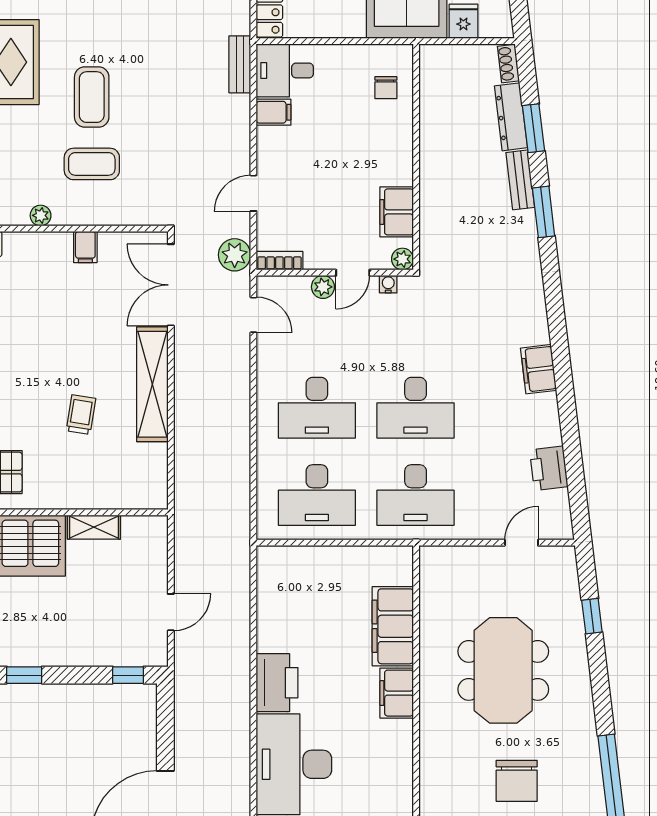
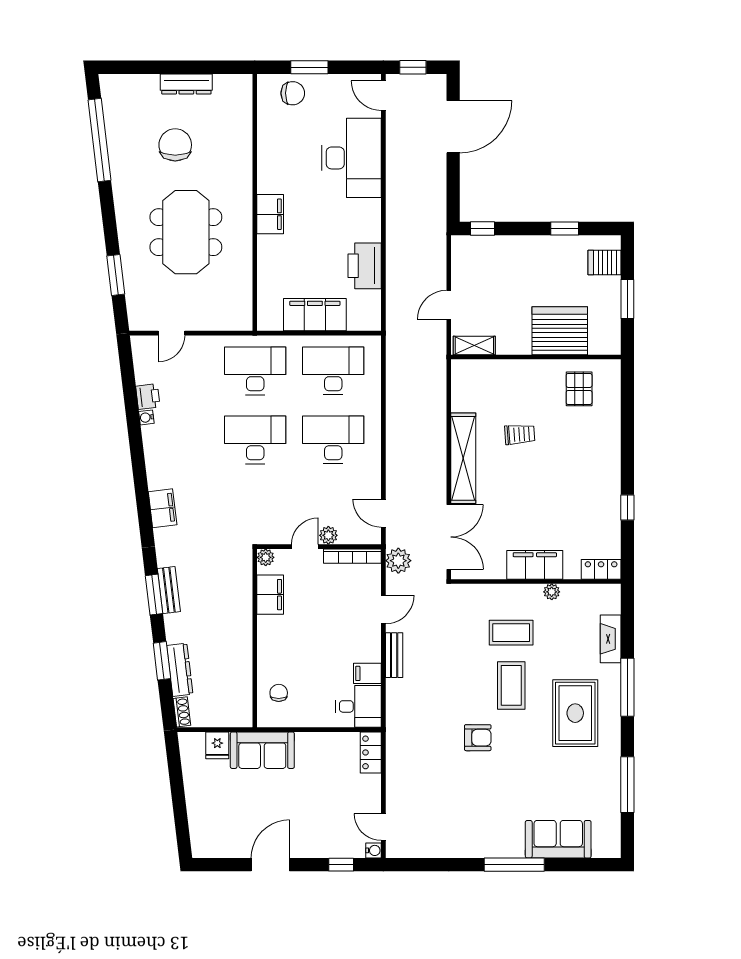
armchair: (134, 31) -> (478, 738), added
bench: (240, 64) -> (394, 655), moved
bench: (520, 180) -> (169, 590), moved
filing cabinet: (85, 247) -> (535, 565), width x3.00, depth x1.17
bookcase: (279, 261) -> (352, 556), width x1.56
water cooler: (388, 284) -> (146, 417), moved, turned 83
filing cabinet: (538, 369) -> (163, 508), moved
trolley: (81, 415) -> (520, 434), turned -103
printer: (549, 468) -> (148, 397), width x0.73, depth x0.81
shelving: (94, 527) -> (474, 345), moved
door: (171, 612) -> (449, 305), moved
window: (592, 616) -> (116, 275), width x1.50
filing cabinet: (393, 626) -> (315, 315), moved, turned -90
printer: (277, 683) -> (365, 266), moved

